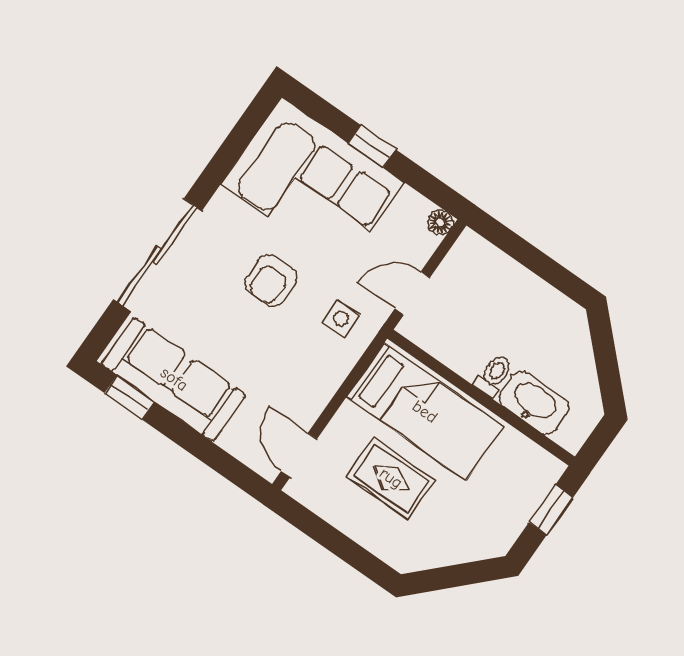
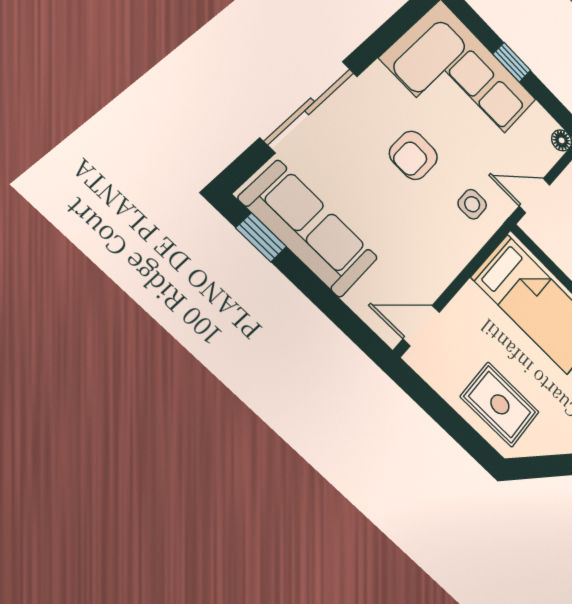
door: (299, 455) -> (421, 326), hinge flipped
rug: (391, 478) -> (500, 404), moved

